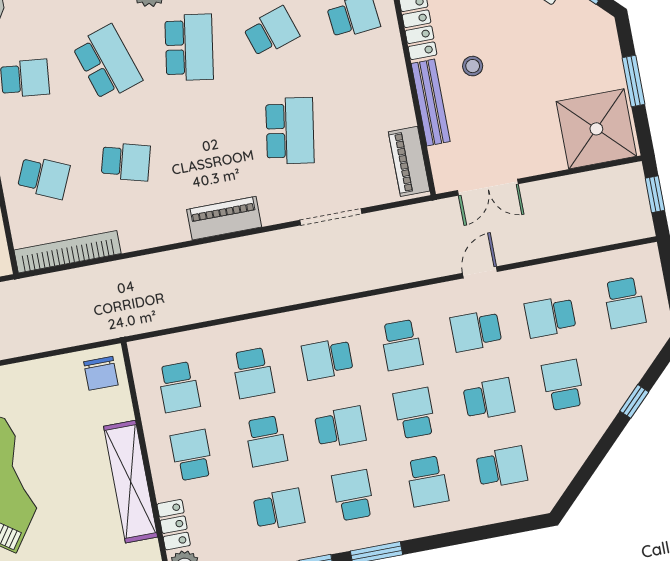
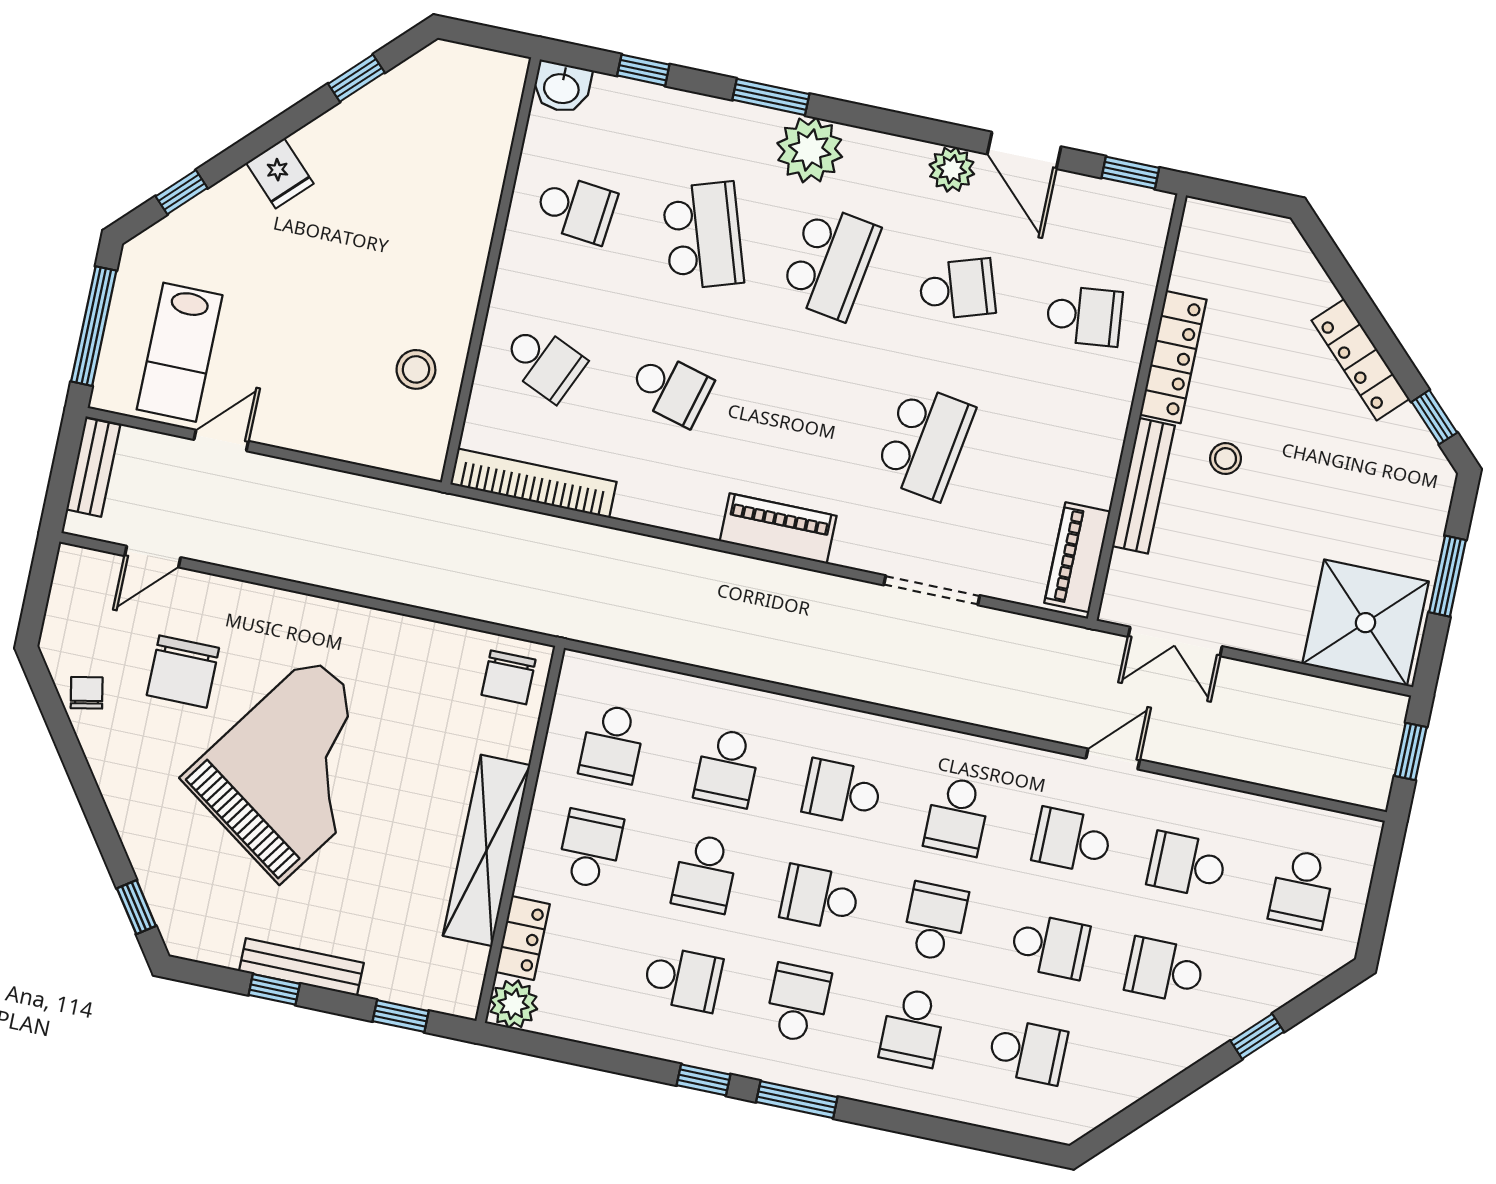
school desk: (563, 385) -> (1165, 970), turned -90
school desk: (340, 427) -> (820, 898), turned 180

